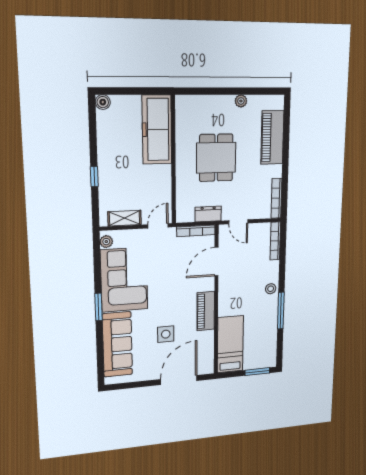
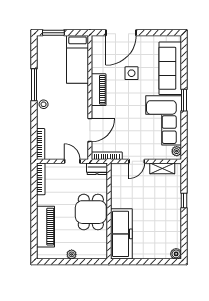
freezer: (157, 130) -> (121, 234), moved
wall: (173, 160) -> (109, 211), moved

